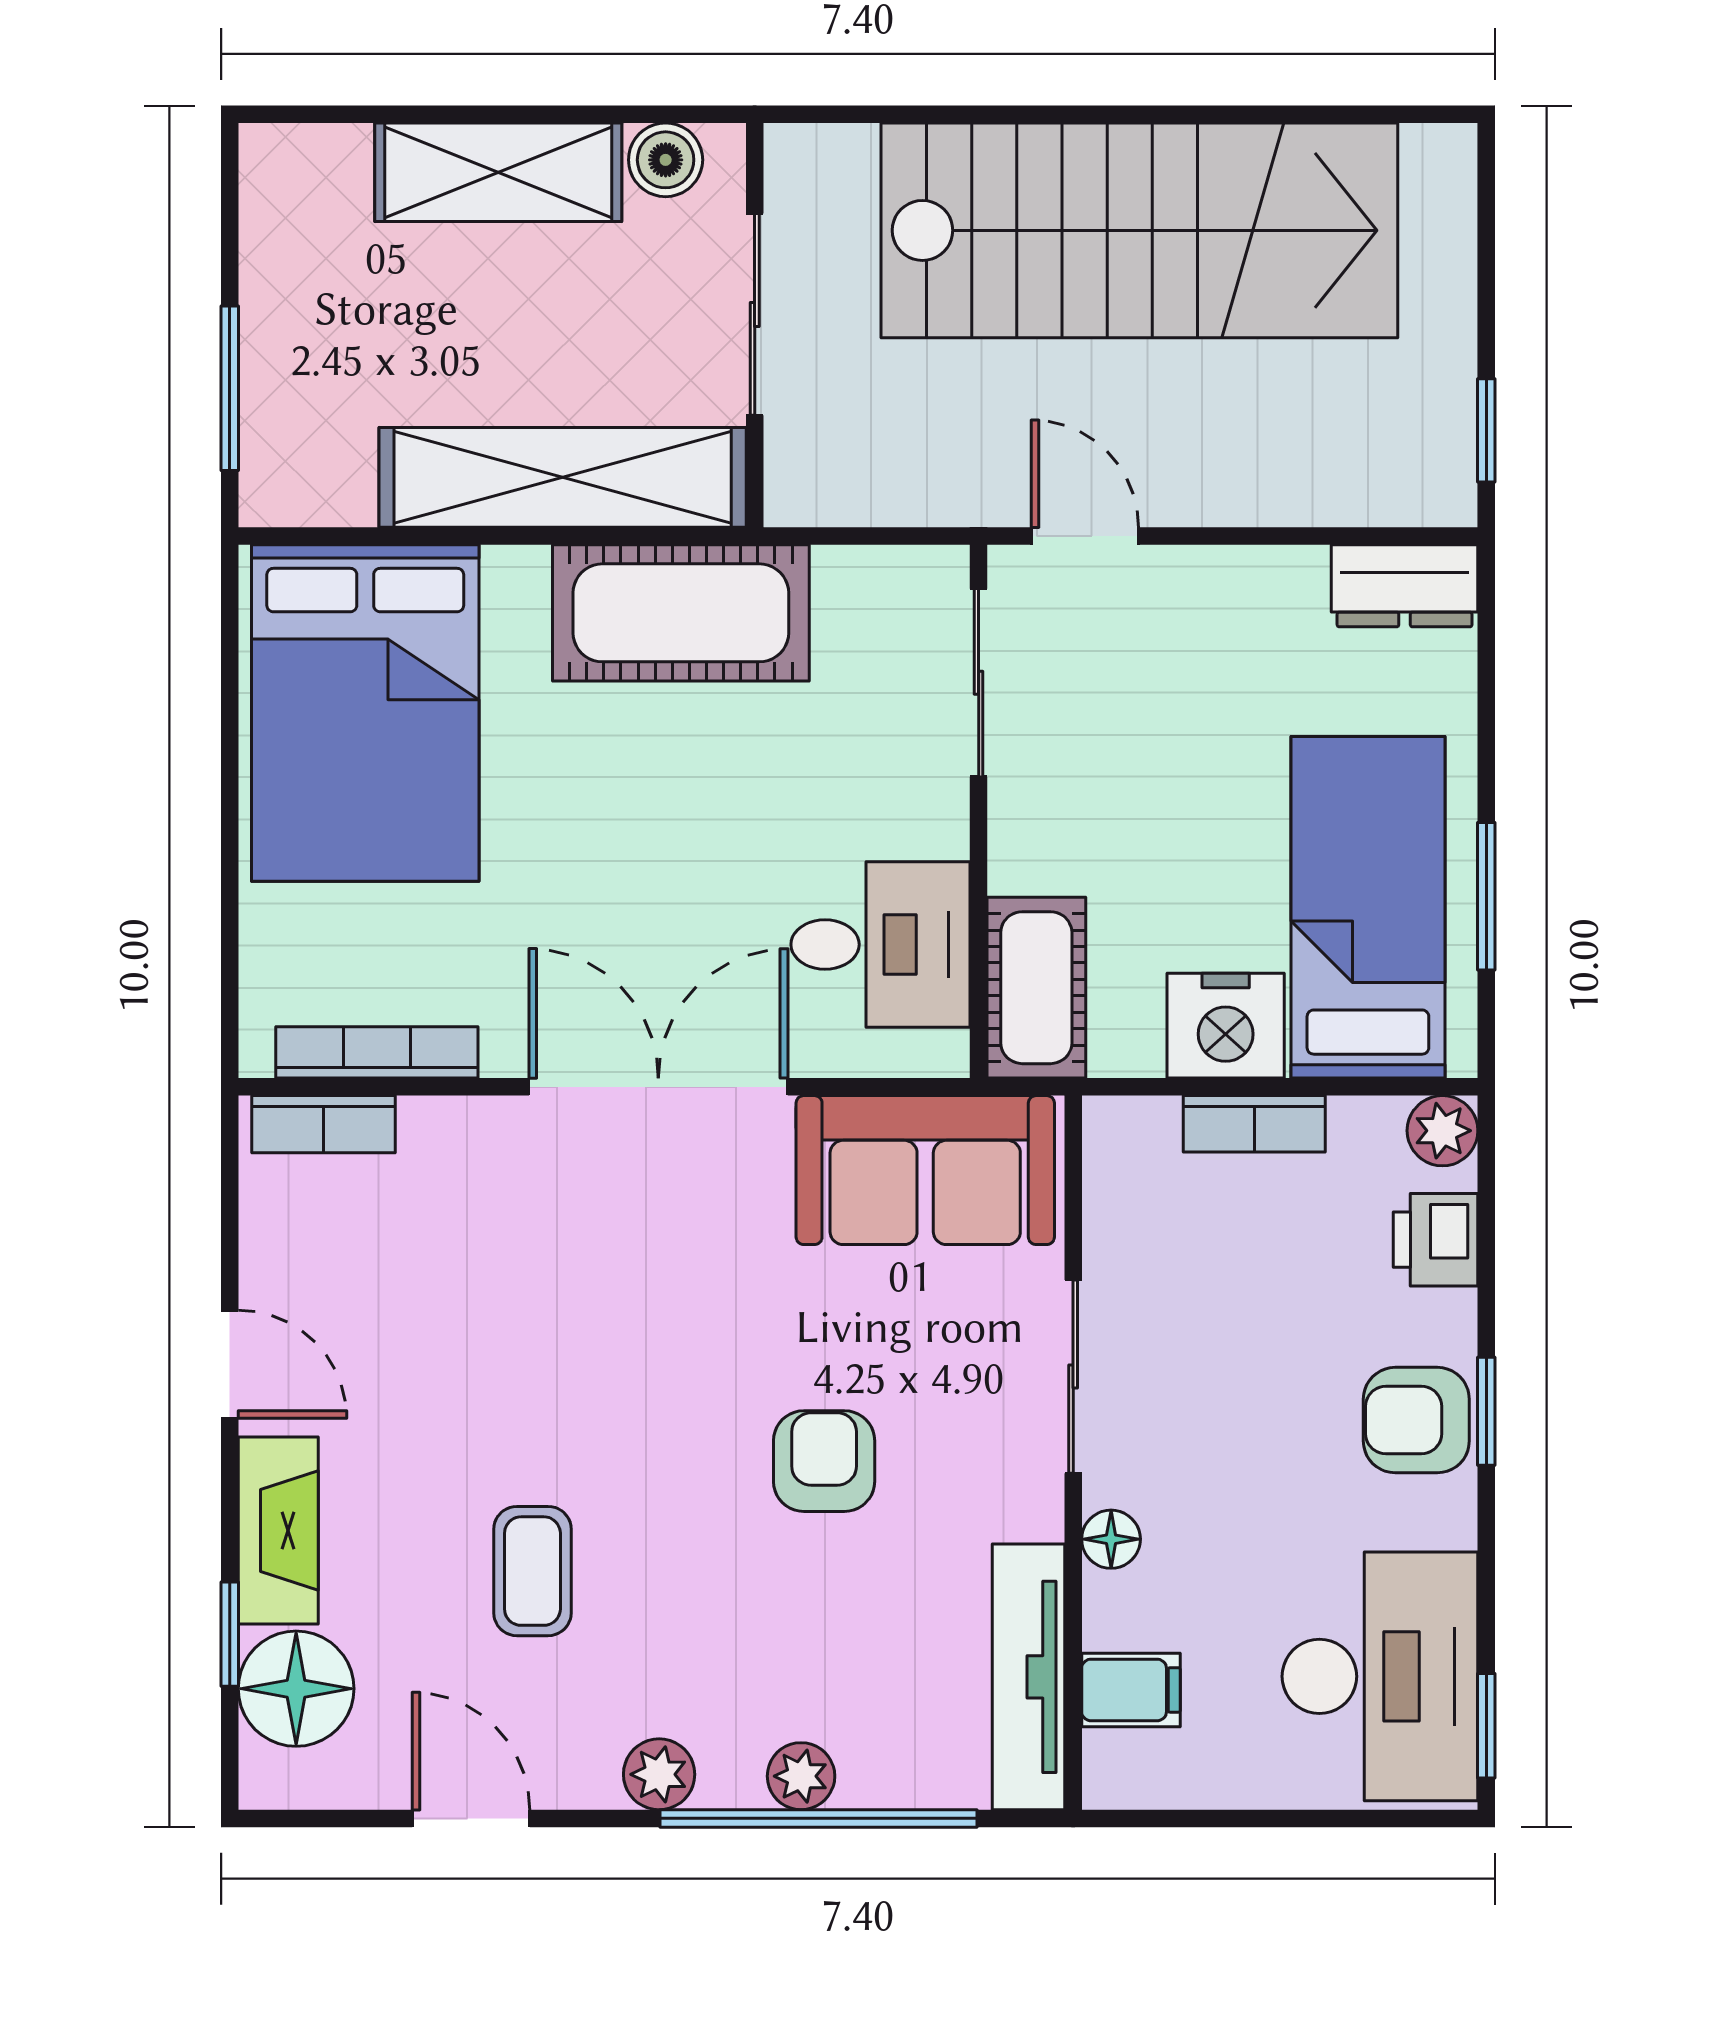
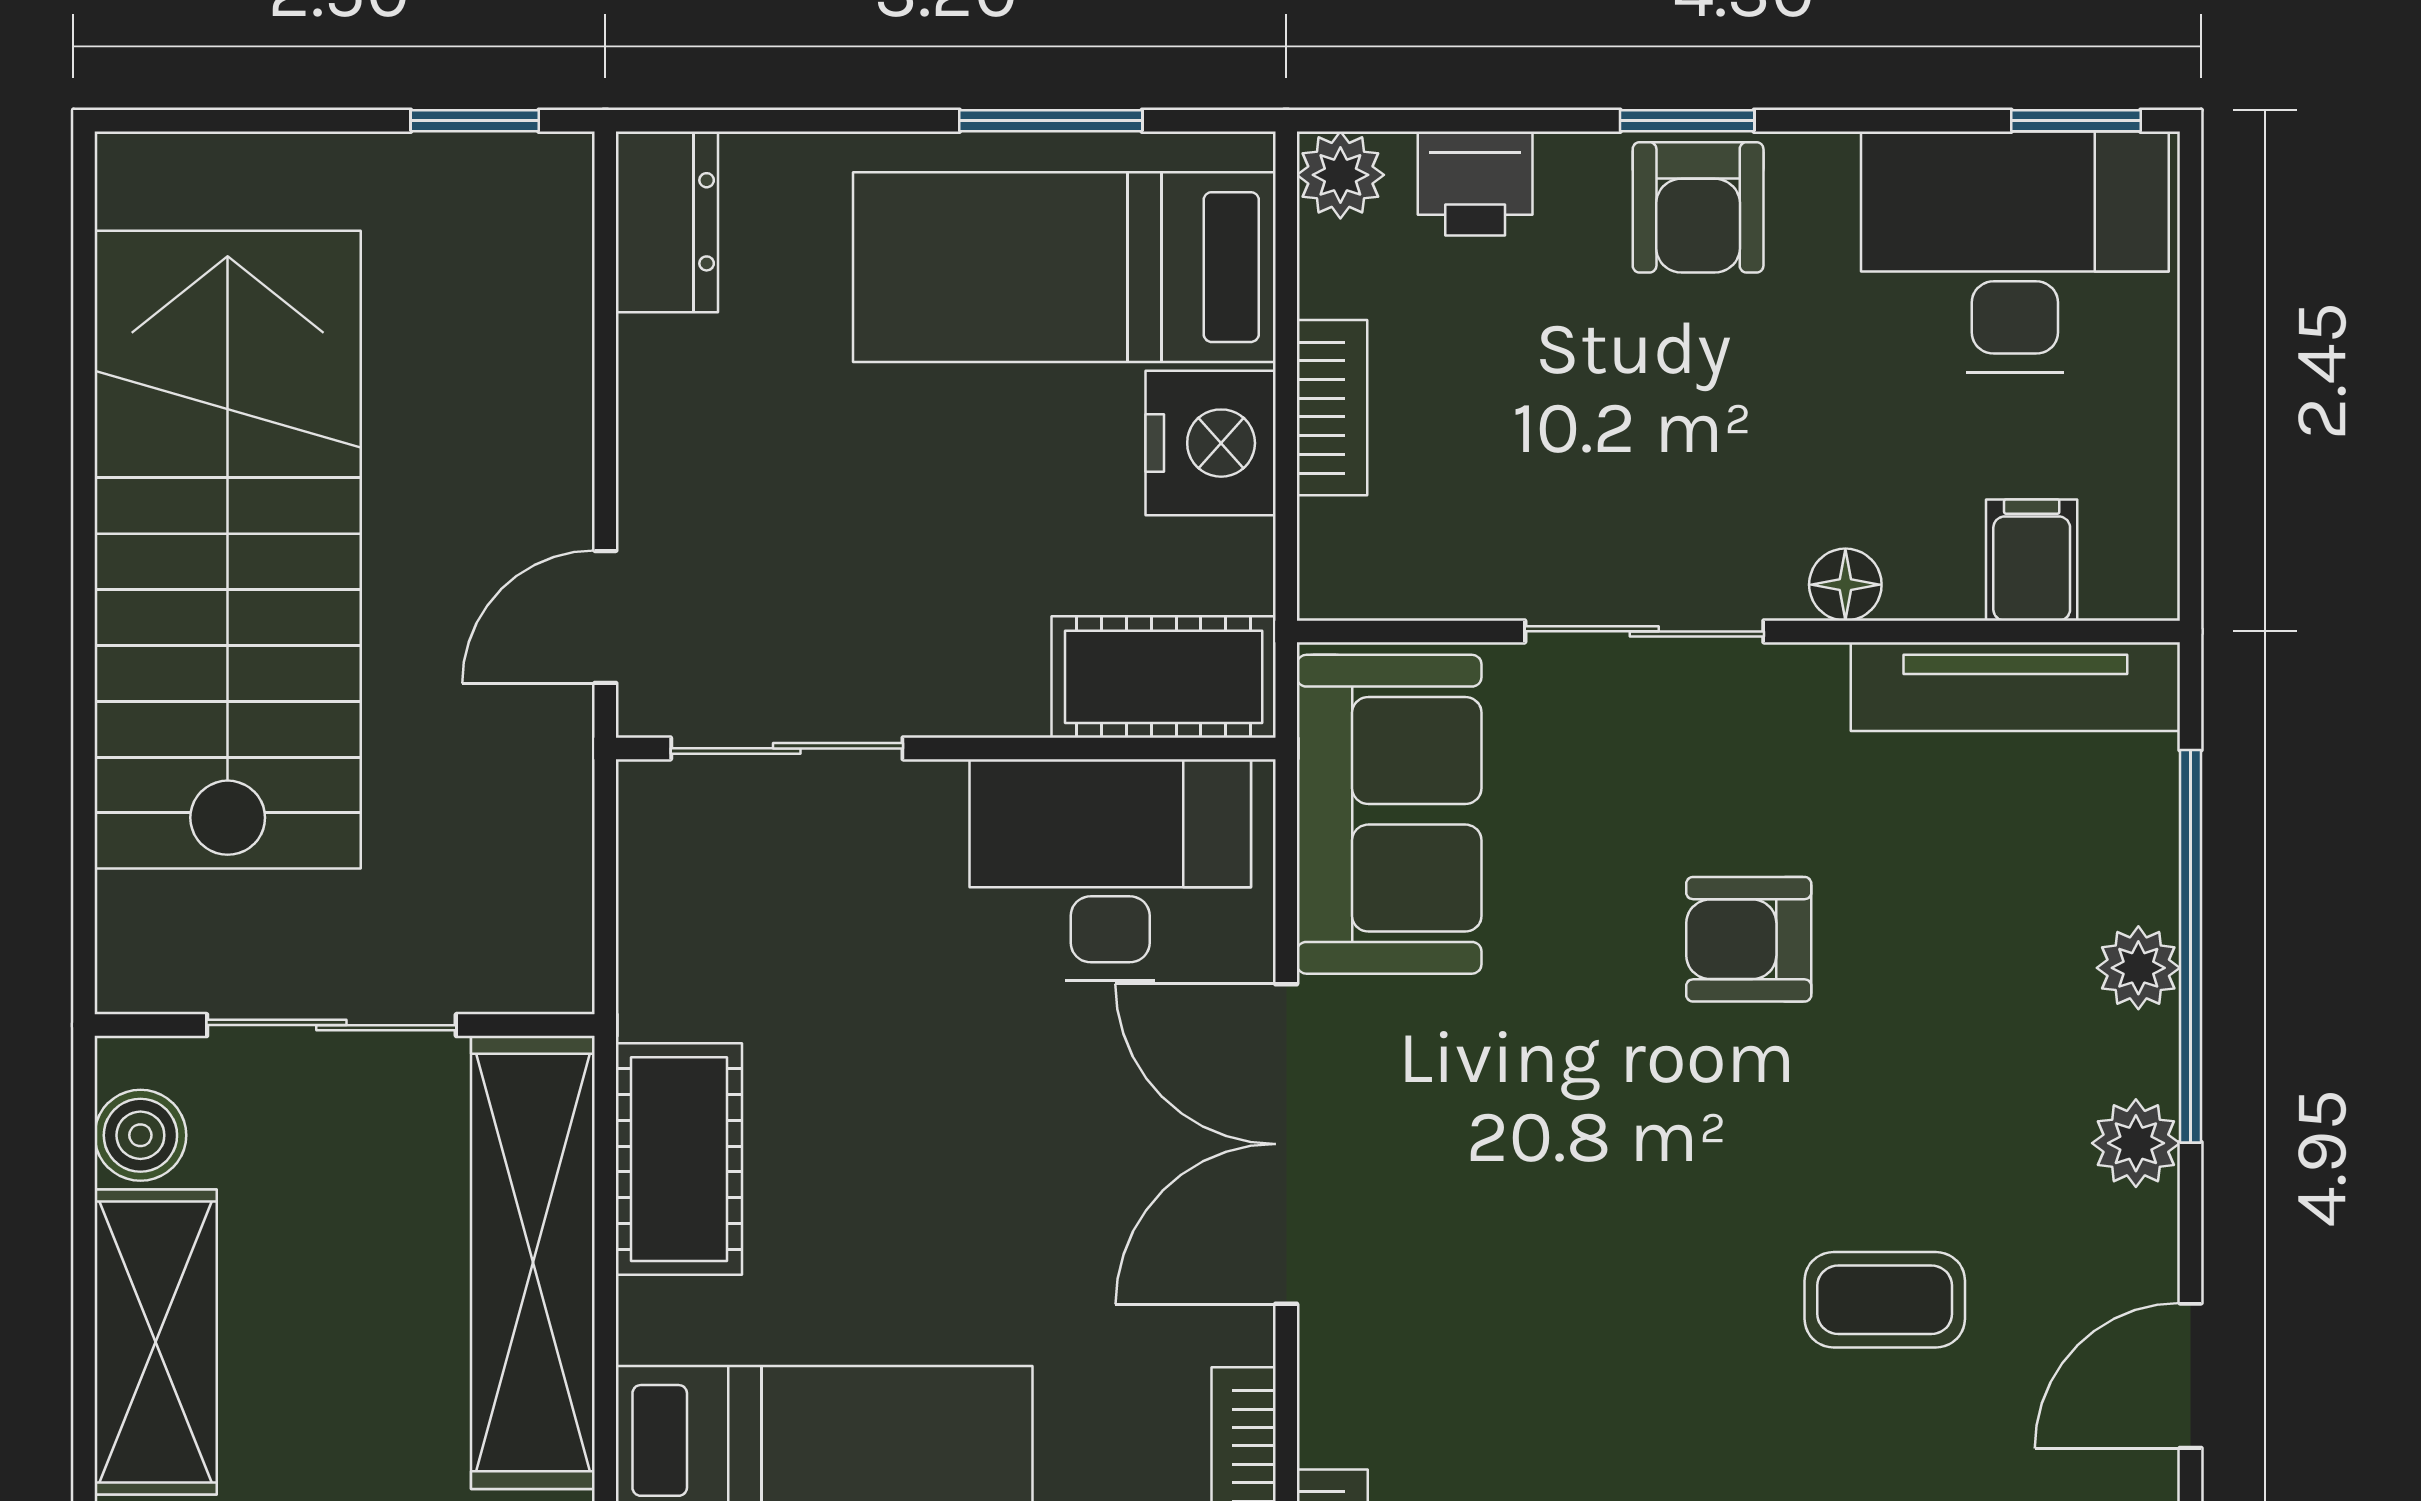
cot: (681, 613) -> (679, 1159), width x0.73, depth x0.75
desk: (880, 944) -> (1110, 870), width x1.37

